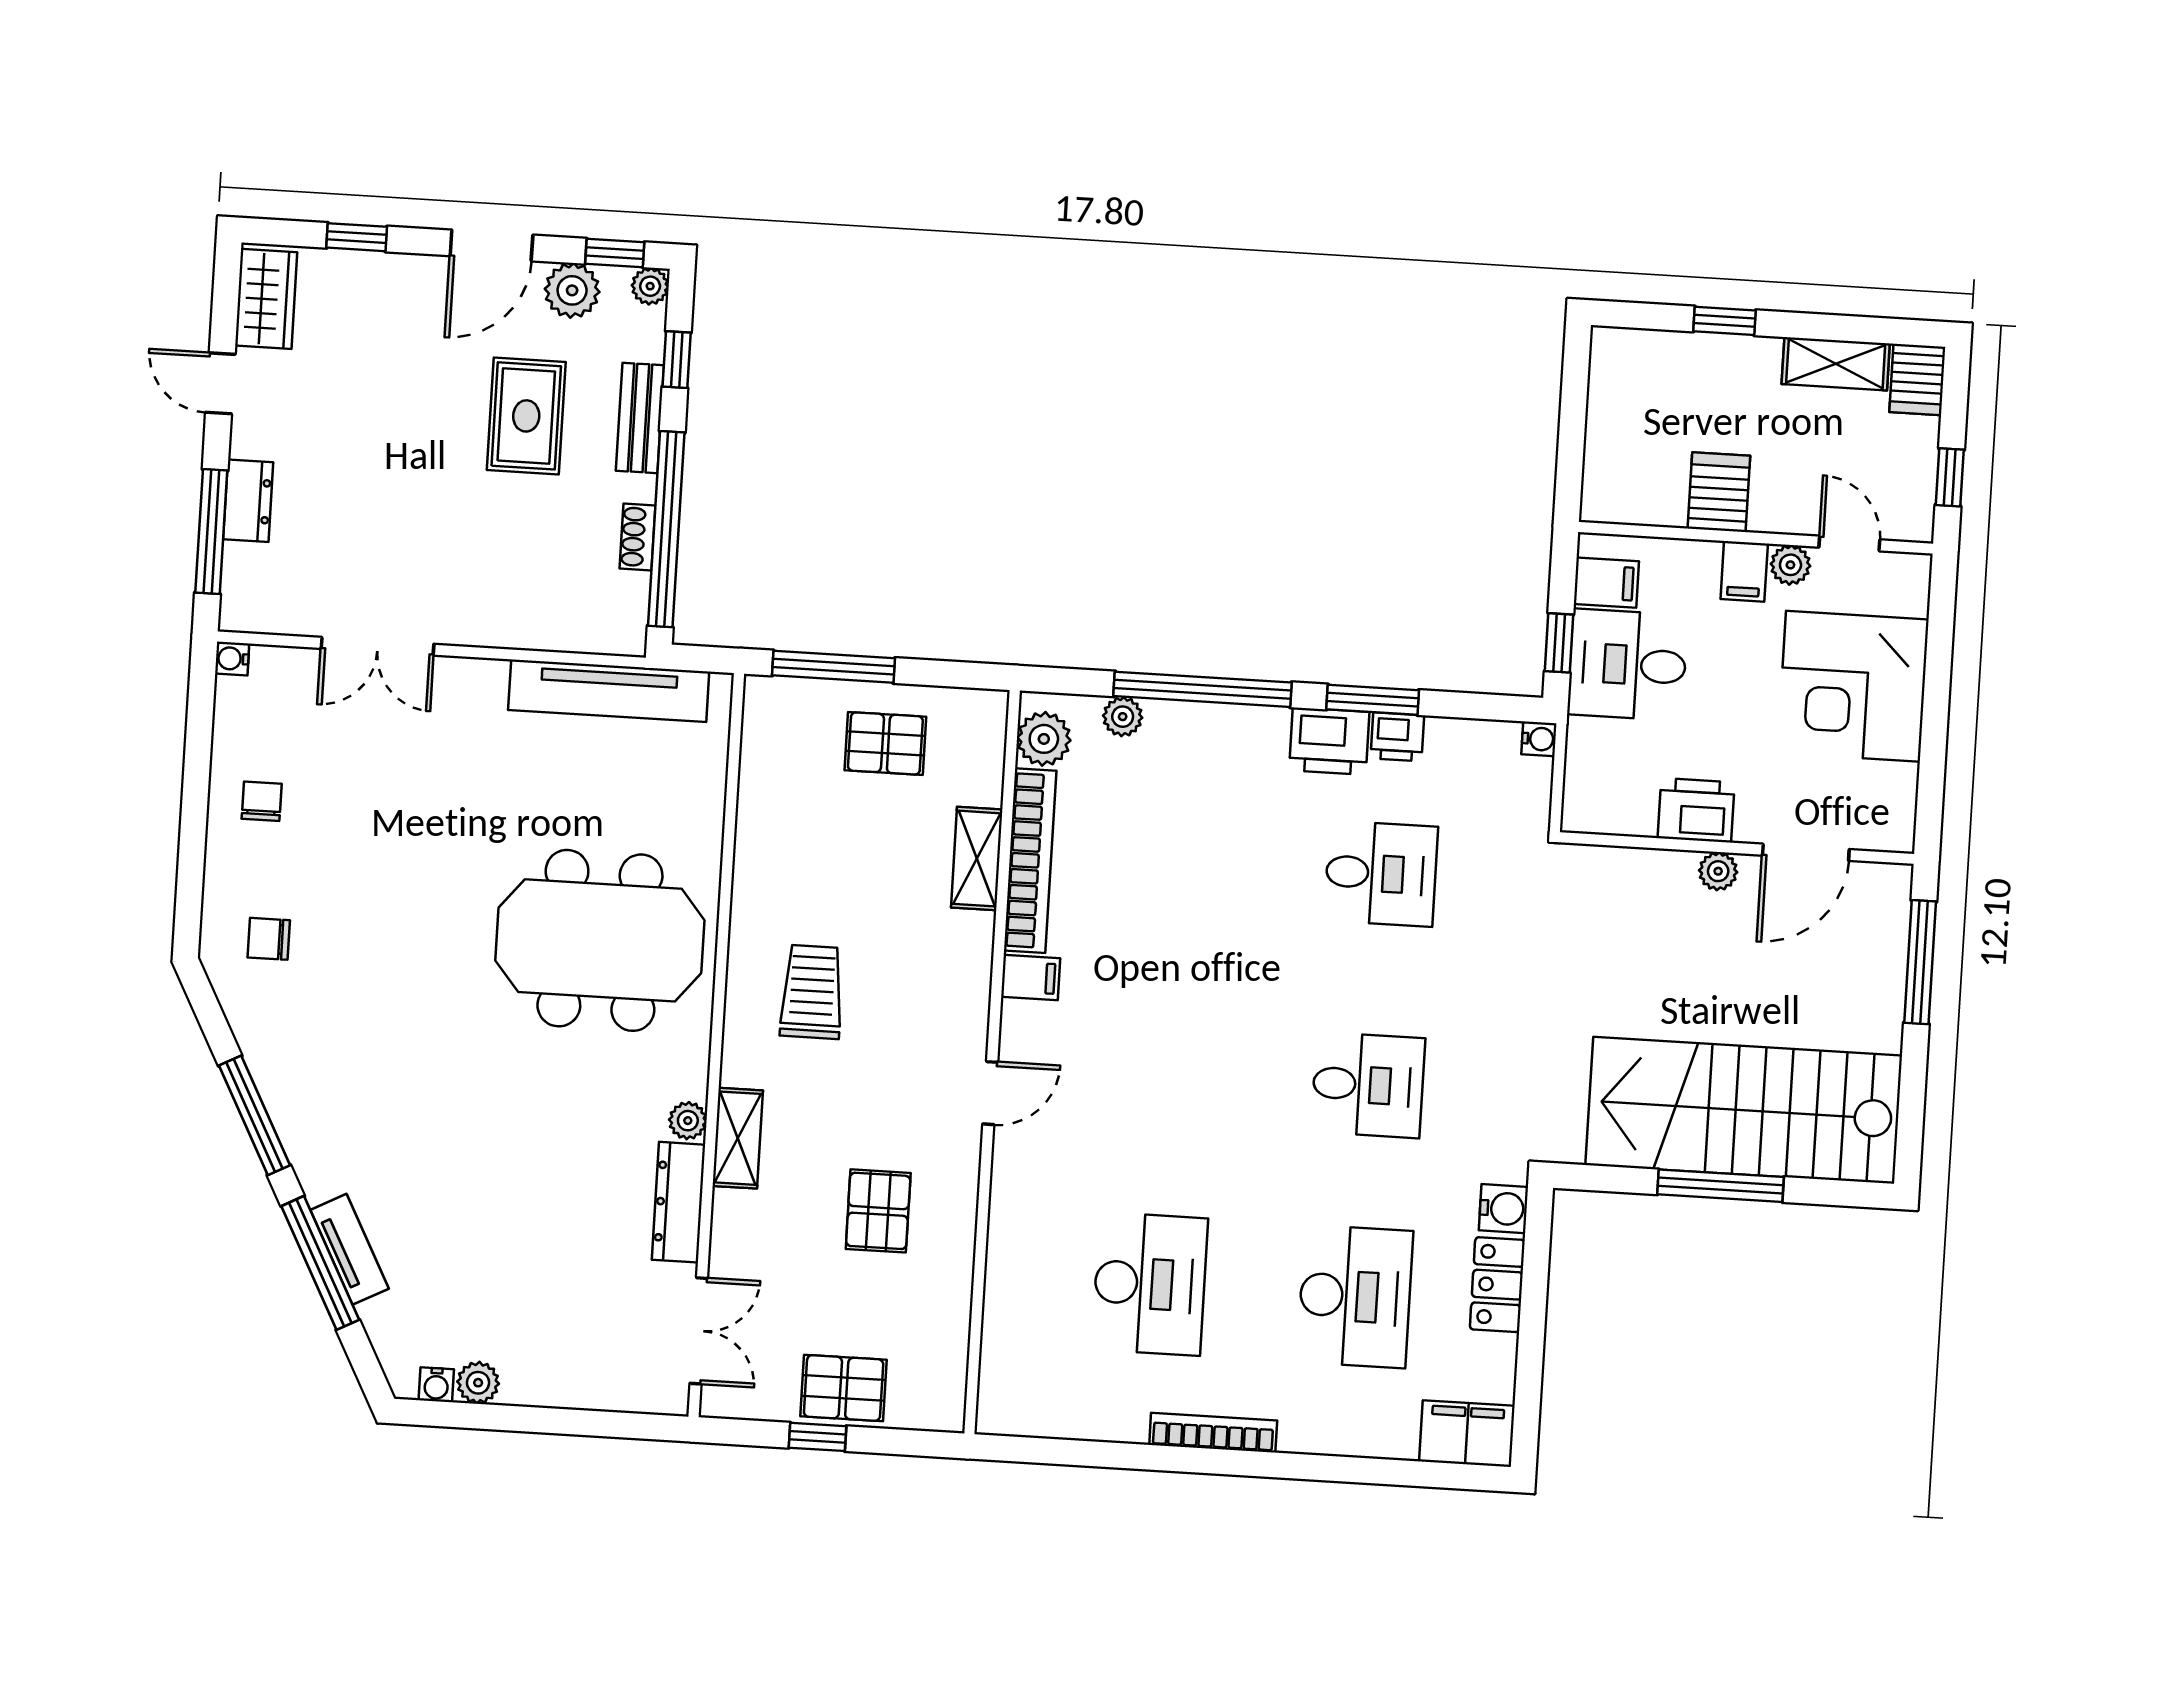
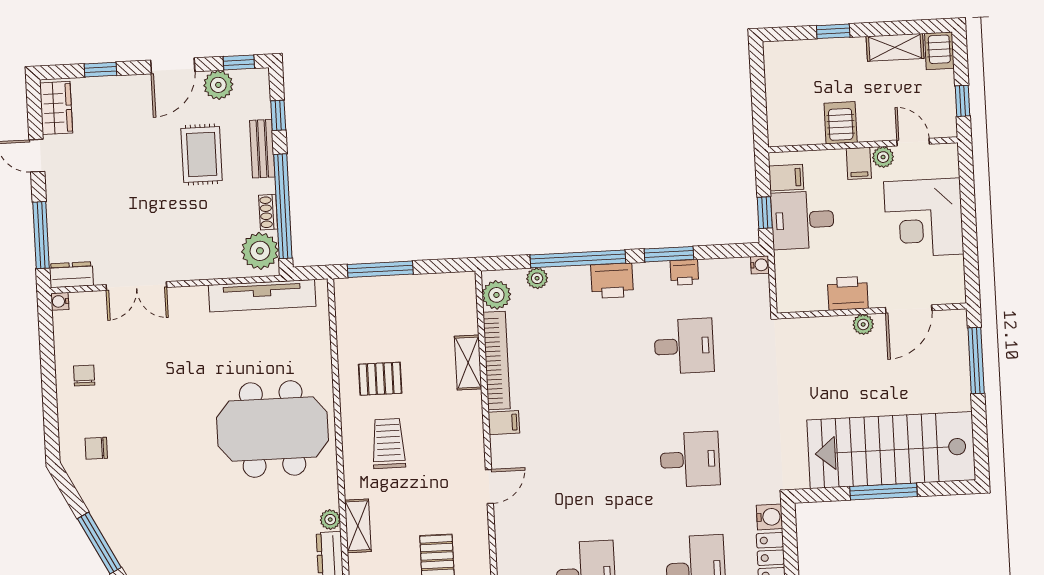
plant: (650, 286) -> (260, 251), moved, width x1.87, depth x1.87
dresser: (248, 501) -> (71, 275), moved, turned -90
printer: (1329, 741) -> (612, 281), moved
pallet: (885, 743) -> (380, 379), moved

